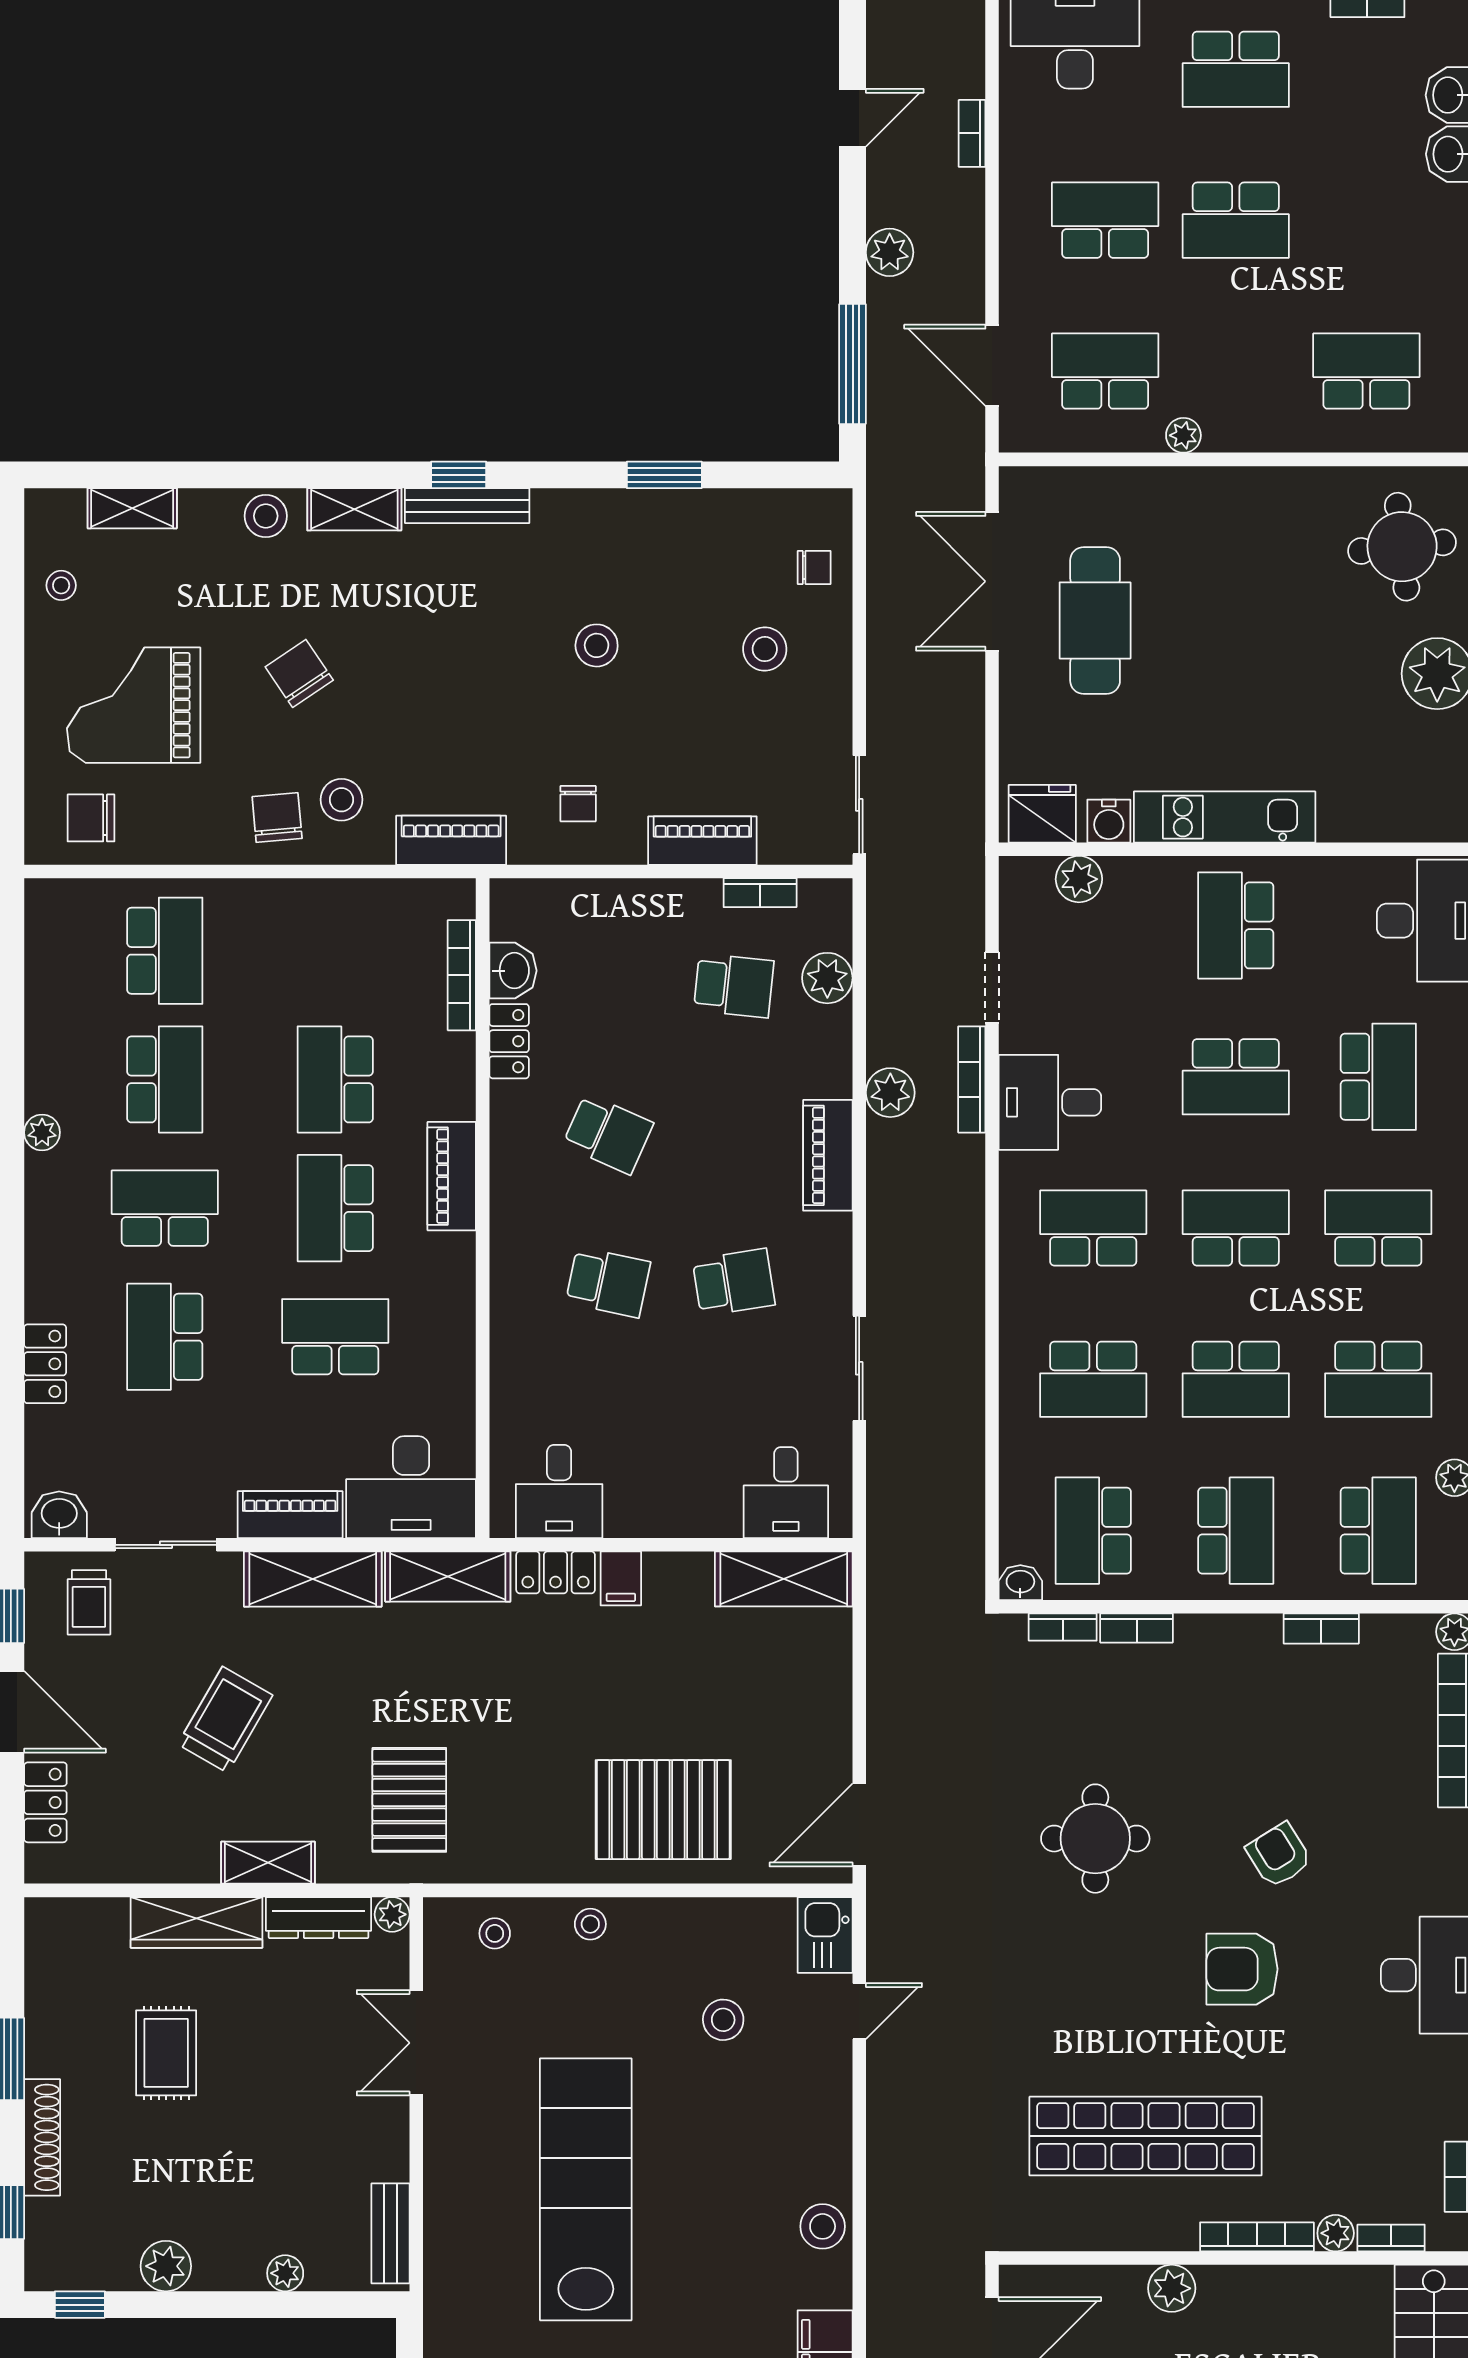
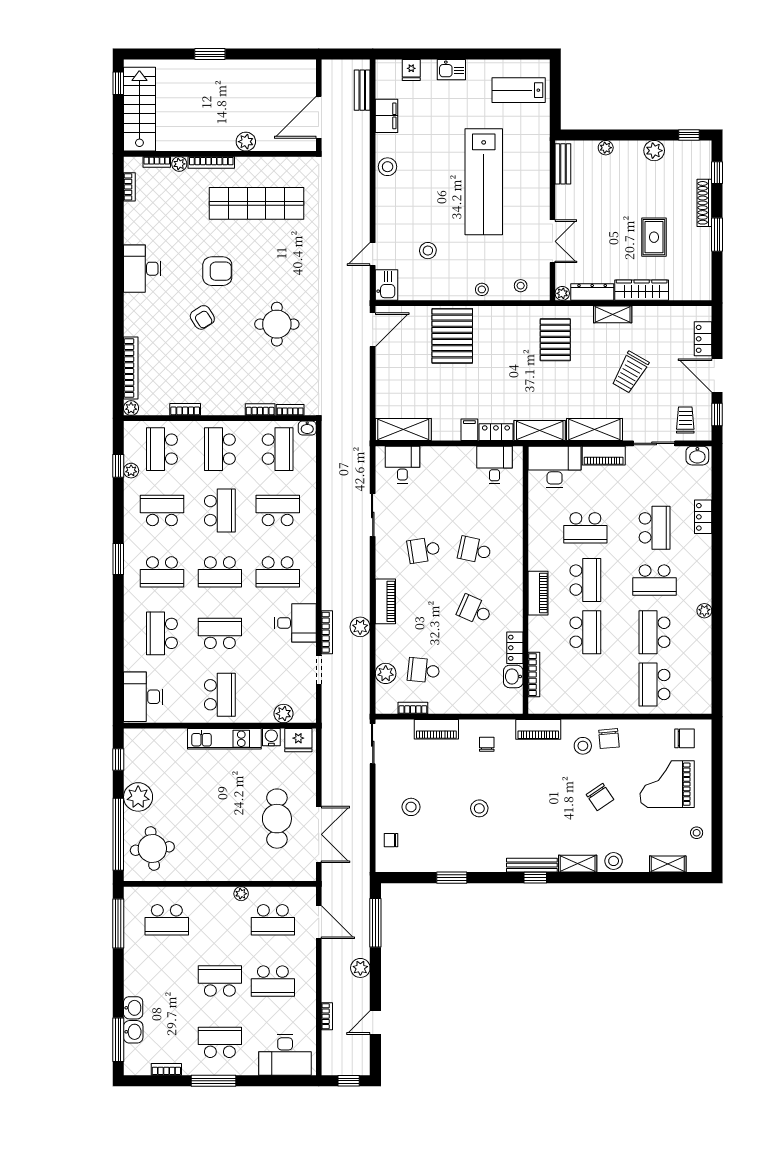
grand piano: (134, 705) -> (667, 784), turned 180
school desk: (1236, 1379) -> (220, 511), turned 90
pallet: (663, 1810) -> (452, 336), turned 90

